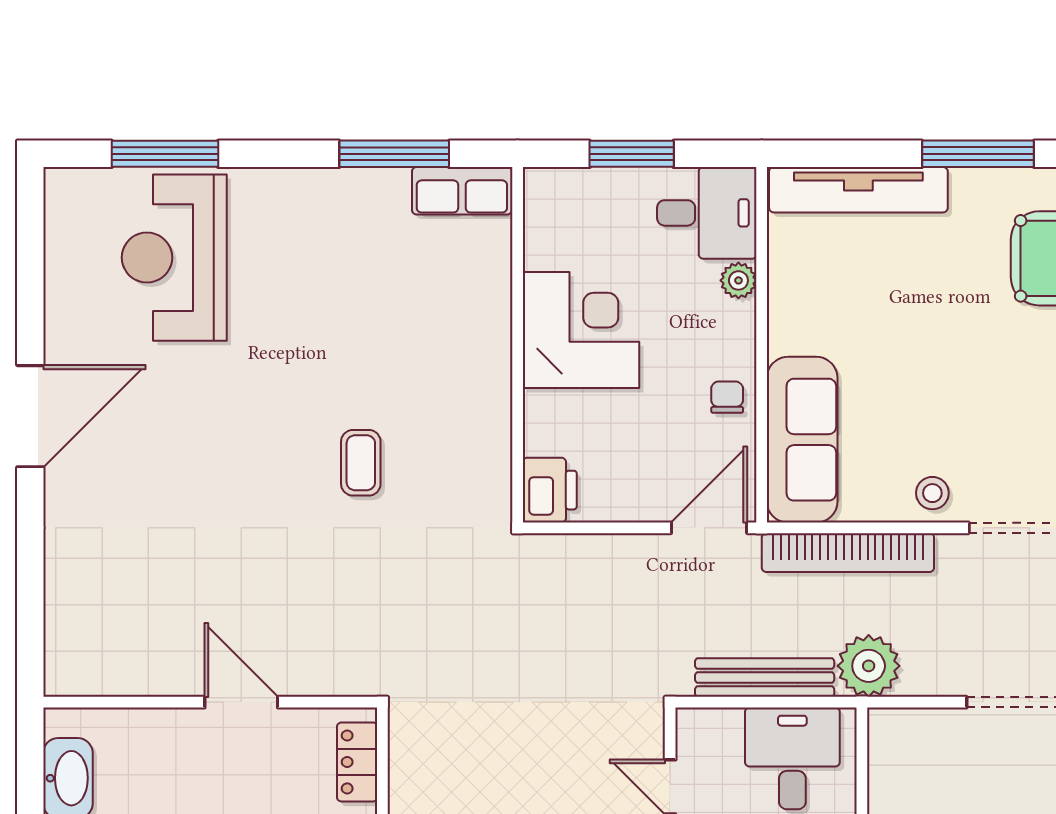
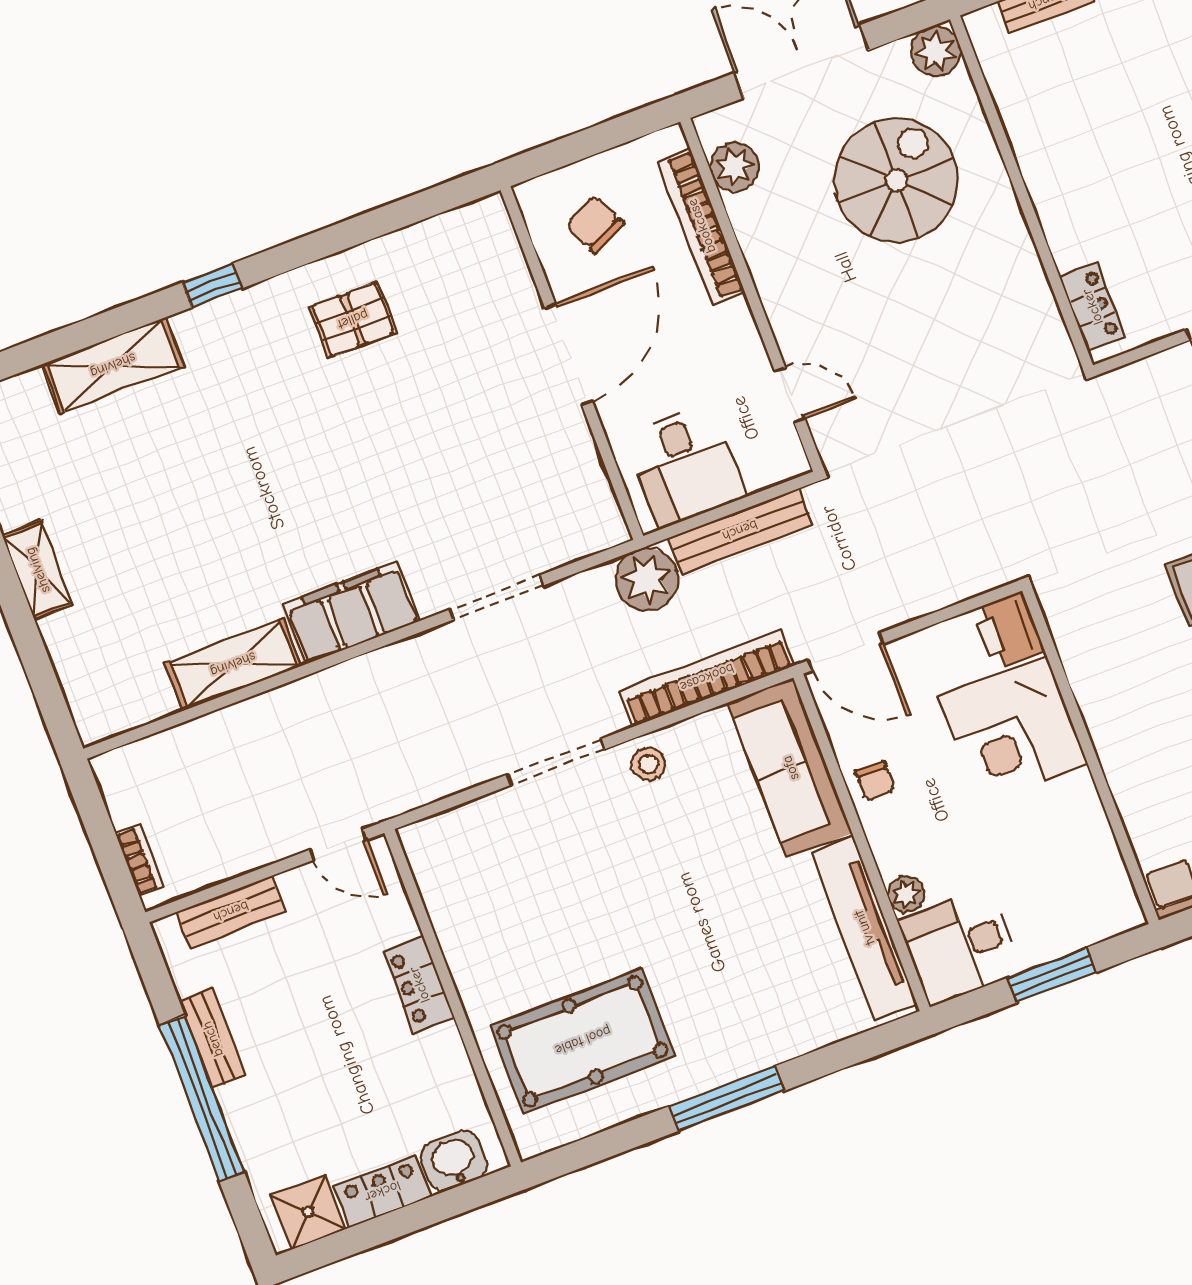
tv unit: (858, 190) -> (864, 928), moved, turned -90
corner desk: (581, 330) -> (1013, 730), moved
door: (709, 528) -> (846, 652), hinge flipped

